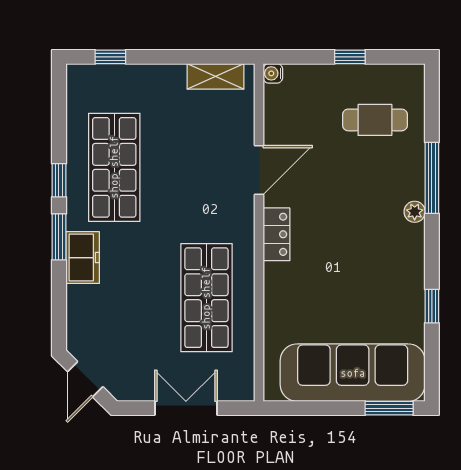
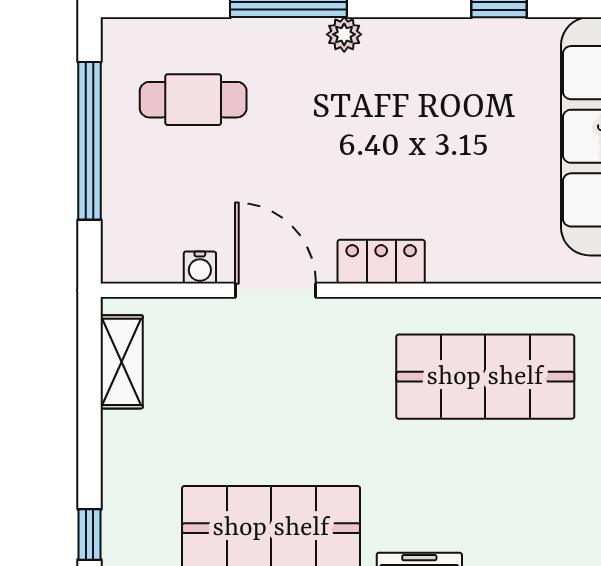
window: (350, 57) -> (89, 141), width x3.17
water cooler: (273, 73) -> (200, 267), moved
cafe table: (375, 120) -> (193, 100), turned 90

